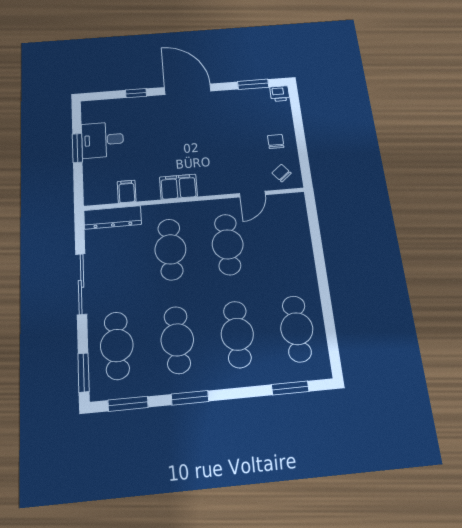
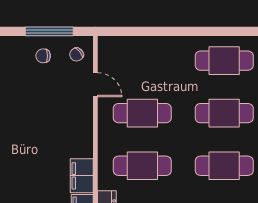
window: (302, 145) -> (49, 31), added
filing cabinet: (178, 187) -> (82, 176), moved

